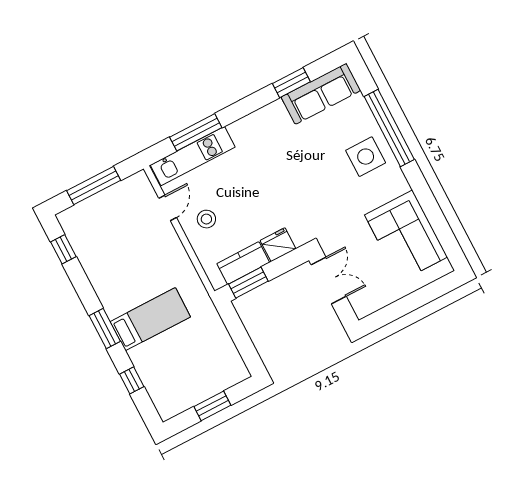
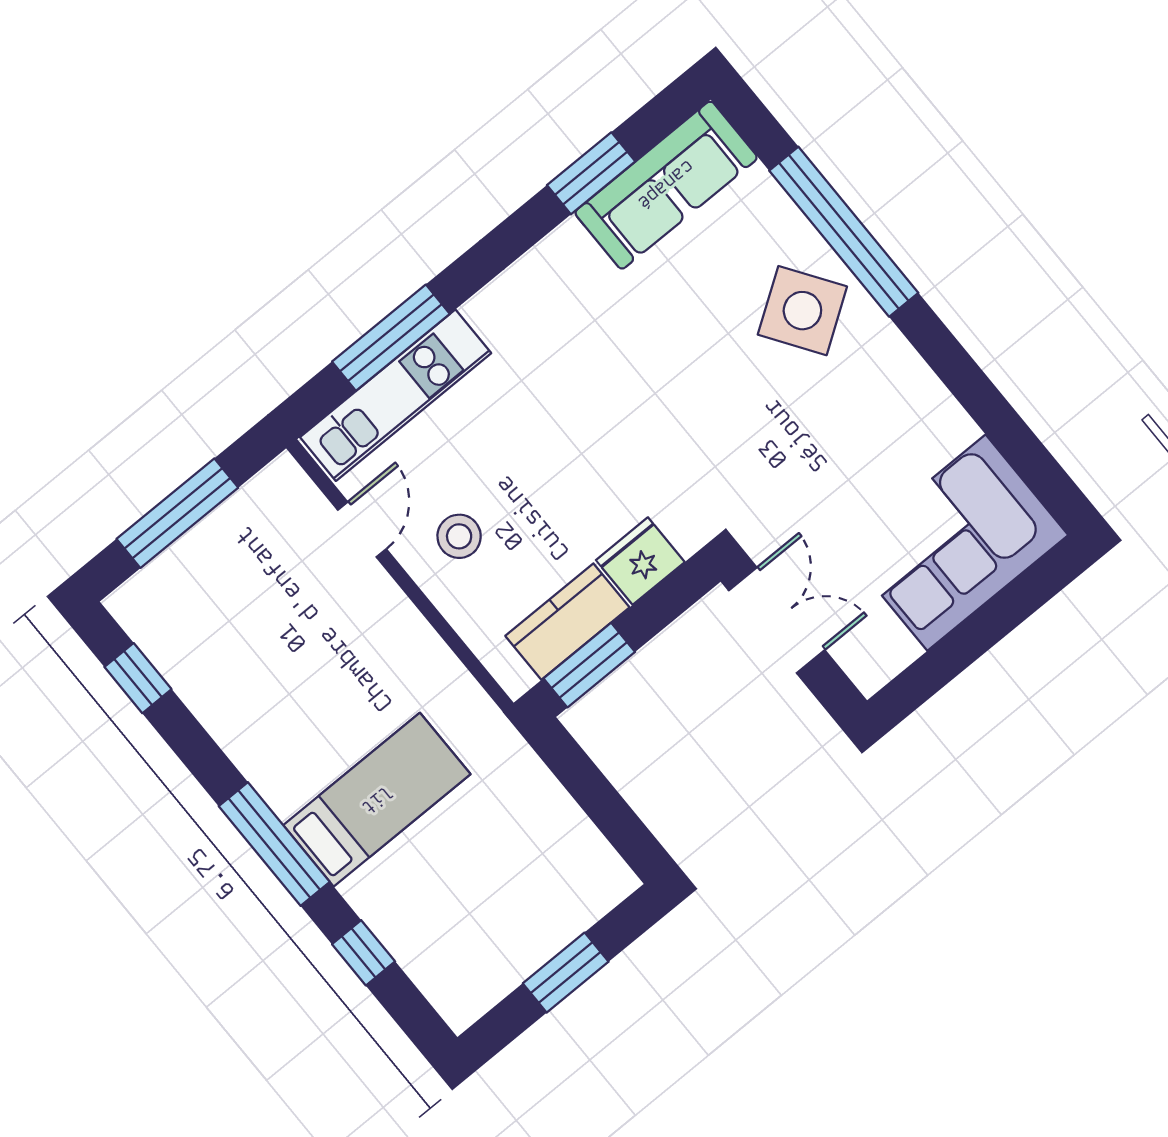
side table: (366, 157) -> (802, 311), turned -34
corner sofa: (406, 236) -> (957, 543), moved, turned 90
window: (105, 328) -> (274, 844), width x1.44

